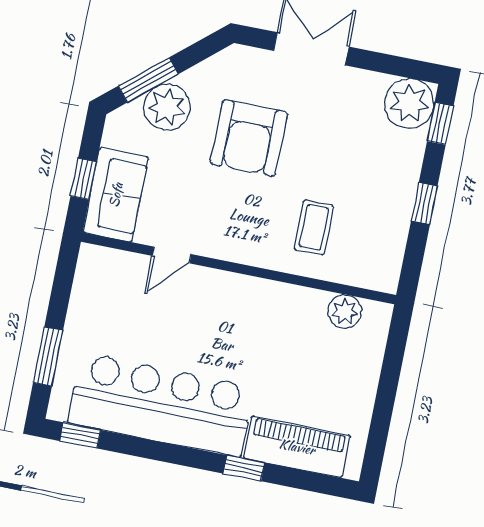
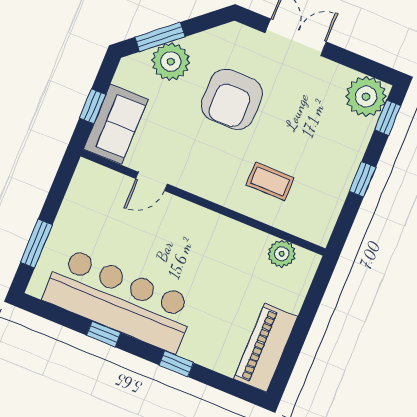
coffee table: (314, 227) -> (270, 181), turned 90
window: (80, 435) -> (104, 334), moved
piano: (297, 447) -> (266, 348), moved, turned -90

